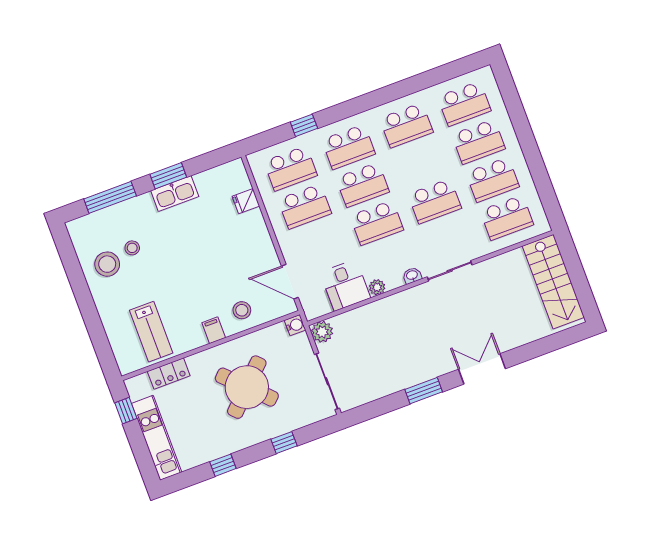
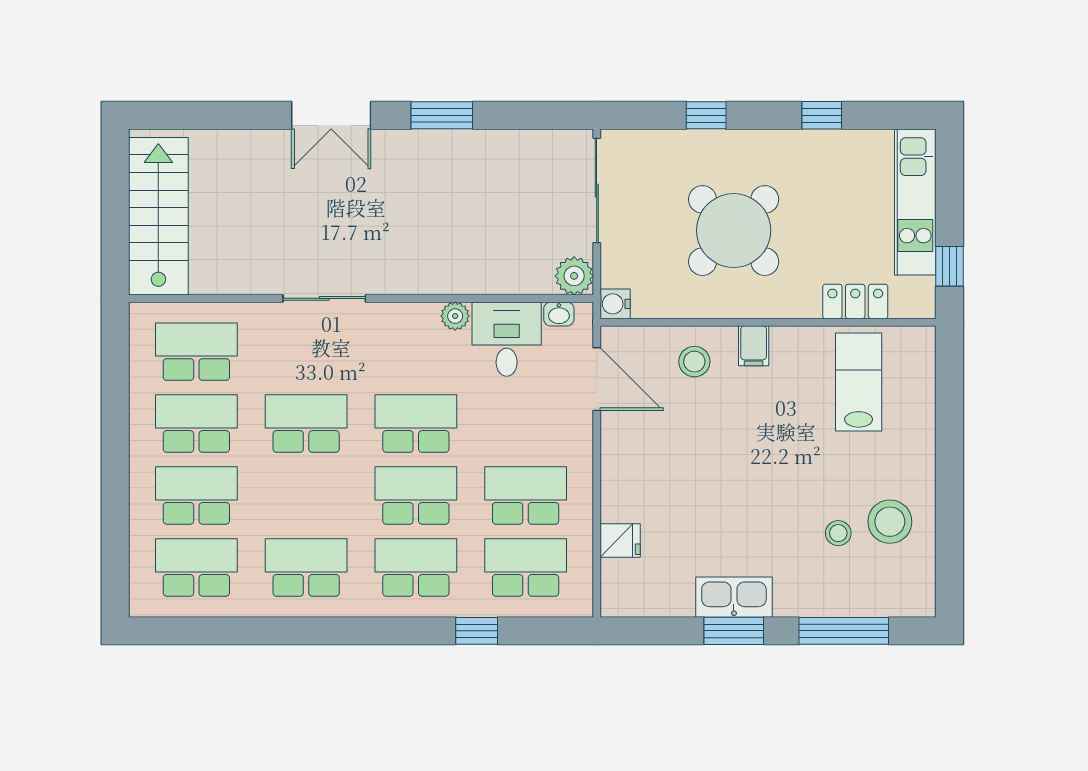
washbasin: (412, 275) -> (559, 314), moved

